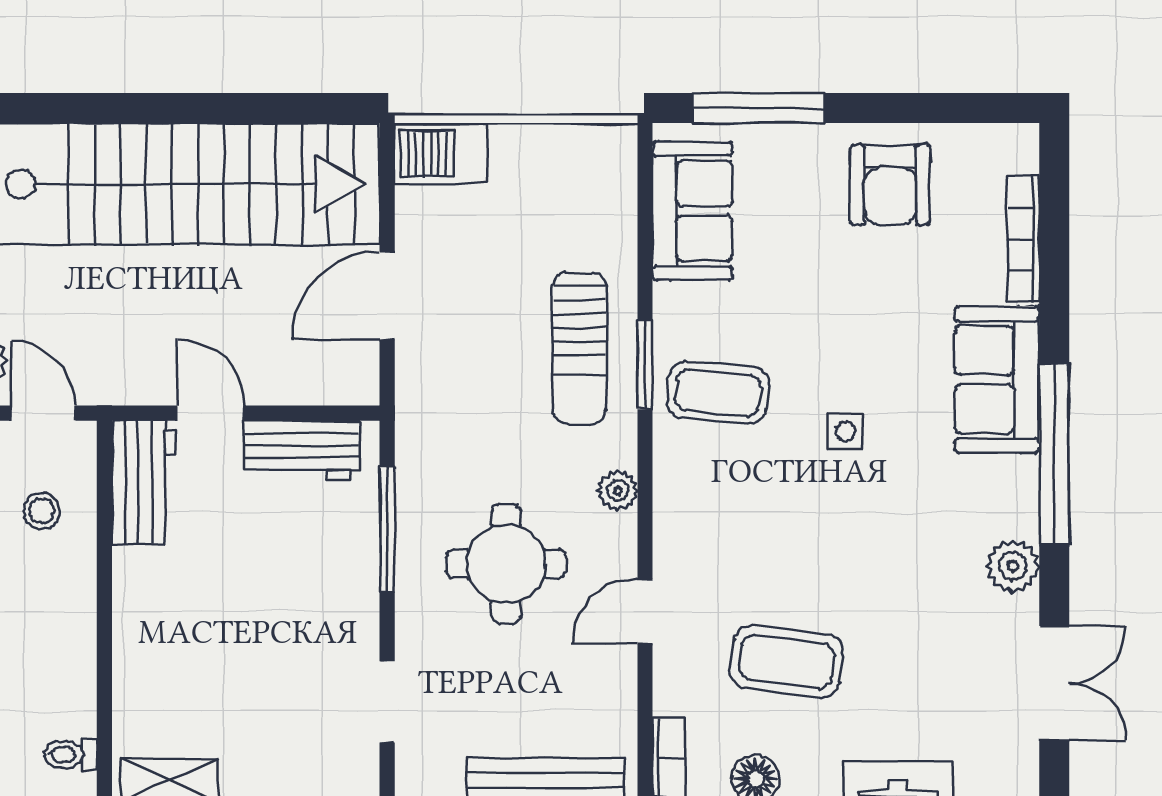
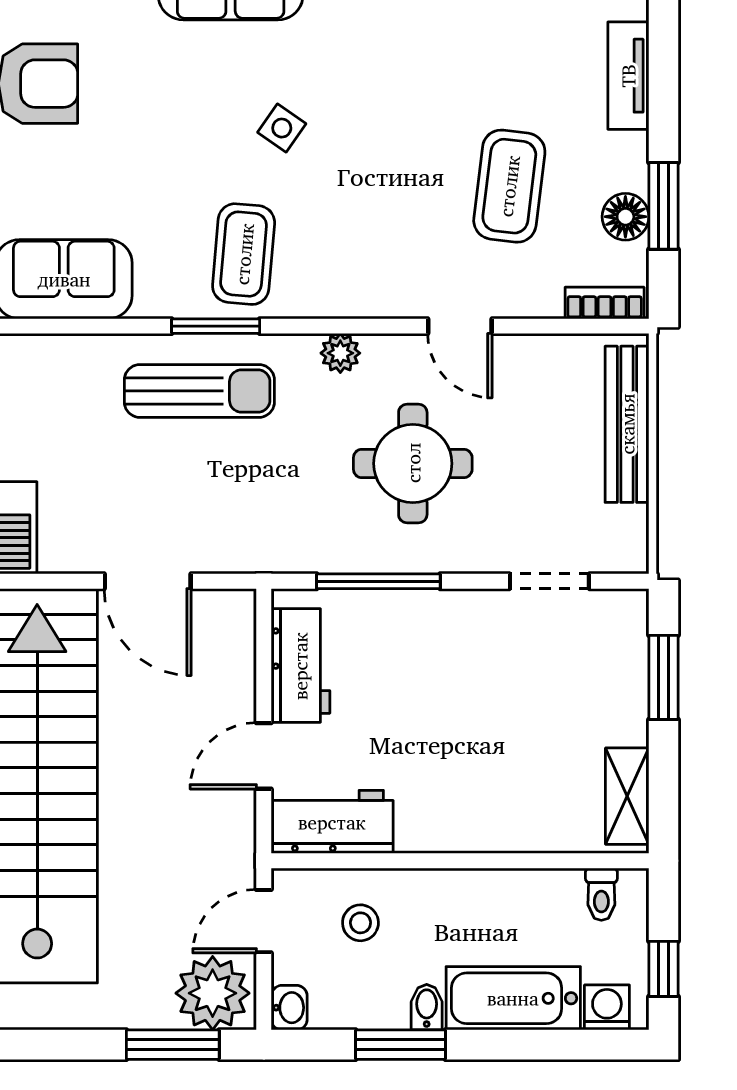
side table: (845, 431) -> (282, 128), turned 35

